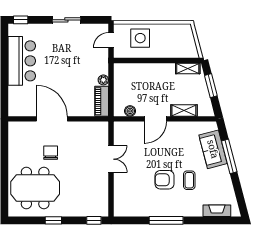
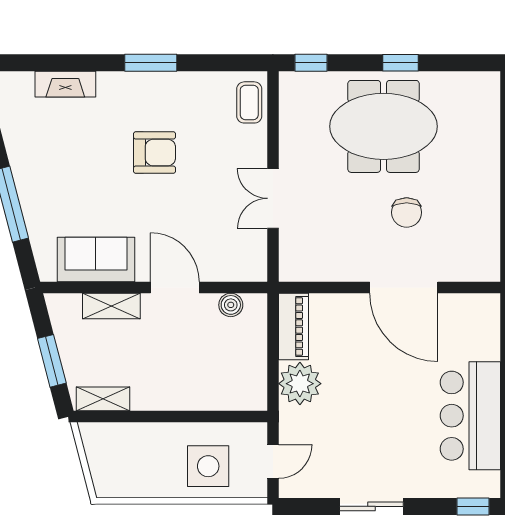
plant: (103, 80) -> (300, 384), width x1.88, depth x1.88
door: (155, 119) -> (175, 287), hinge flipped
sofa: (213, 149) -> (96, 259), moved, turned -75
coffee table: (189, 180) -> (249, 102), moved
meeting table: (35, 188) -> (384, 126), moved
fireplace: (217, 211) -> (65, 84), moved
window: (166, 220) -> (151, 63), width x0.69

